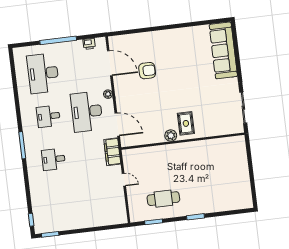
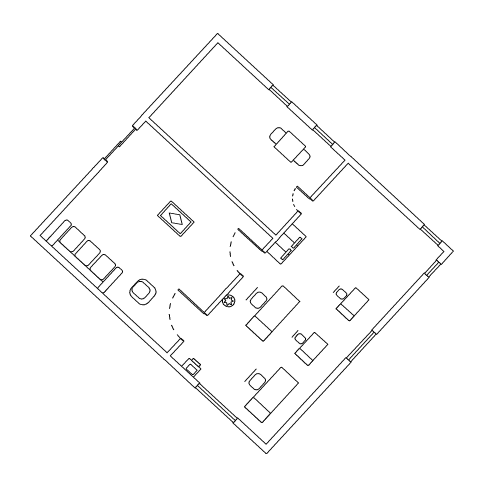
sofa: (223, 50) -> (85, 257), moved, turned -90
armchair: (147, 71) -> (143, 292), moved
rug: (186, 123) -> (176, 219), moved, turned 90
plant: (171, 136) -> (216, 196), removed

